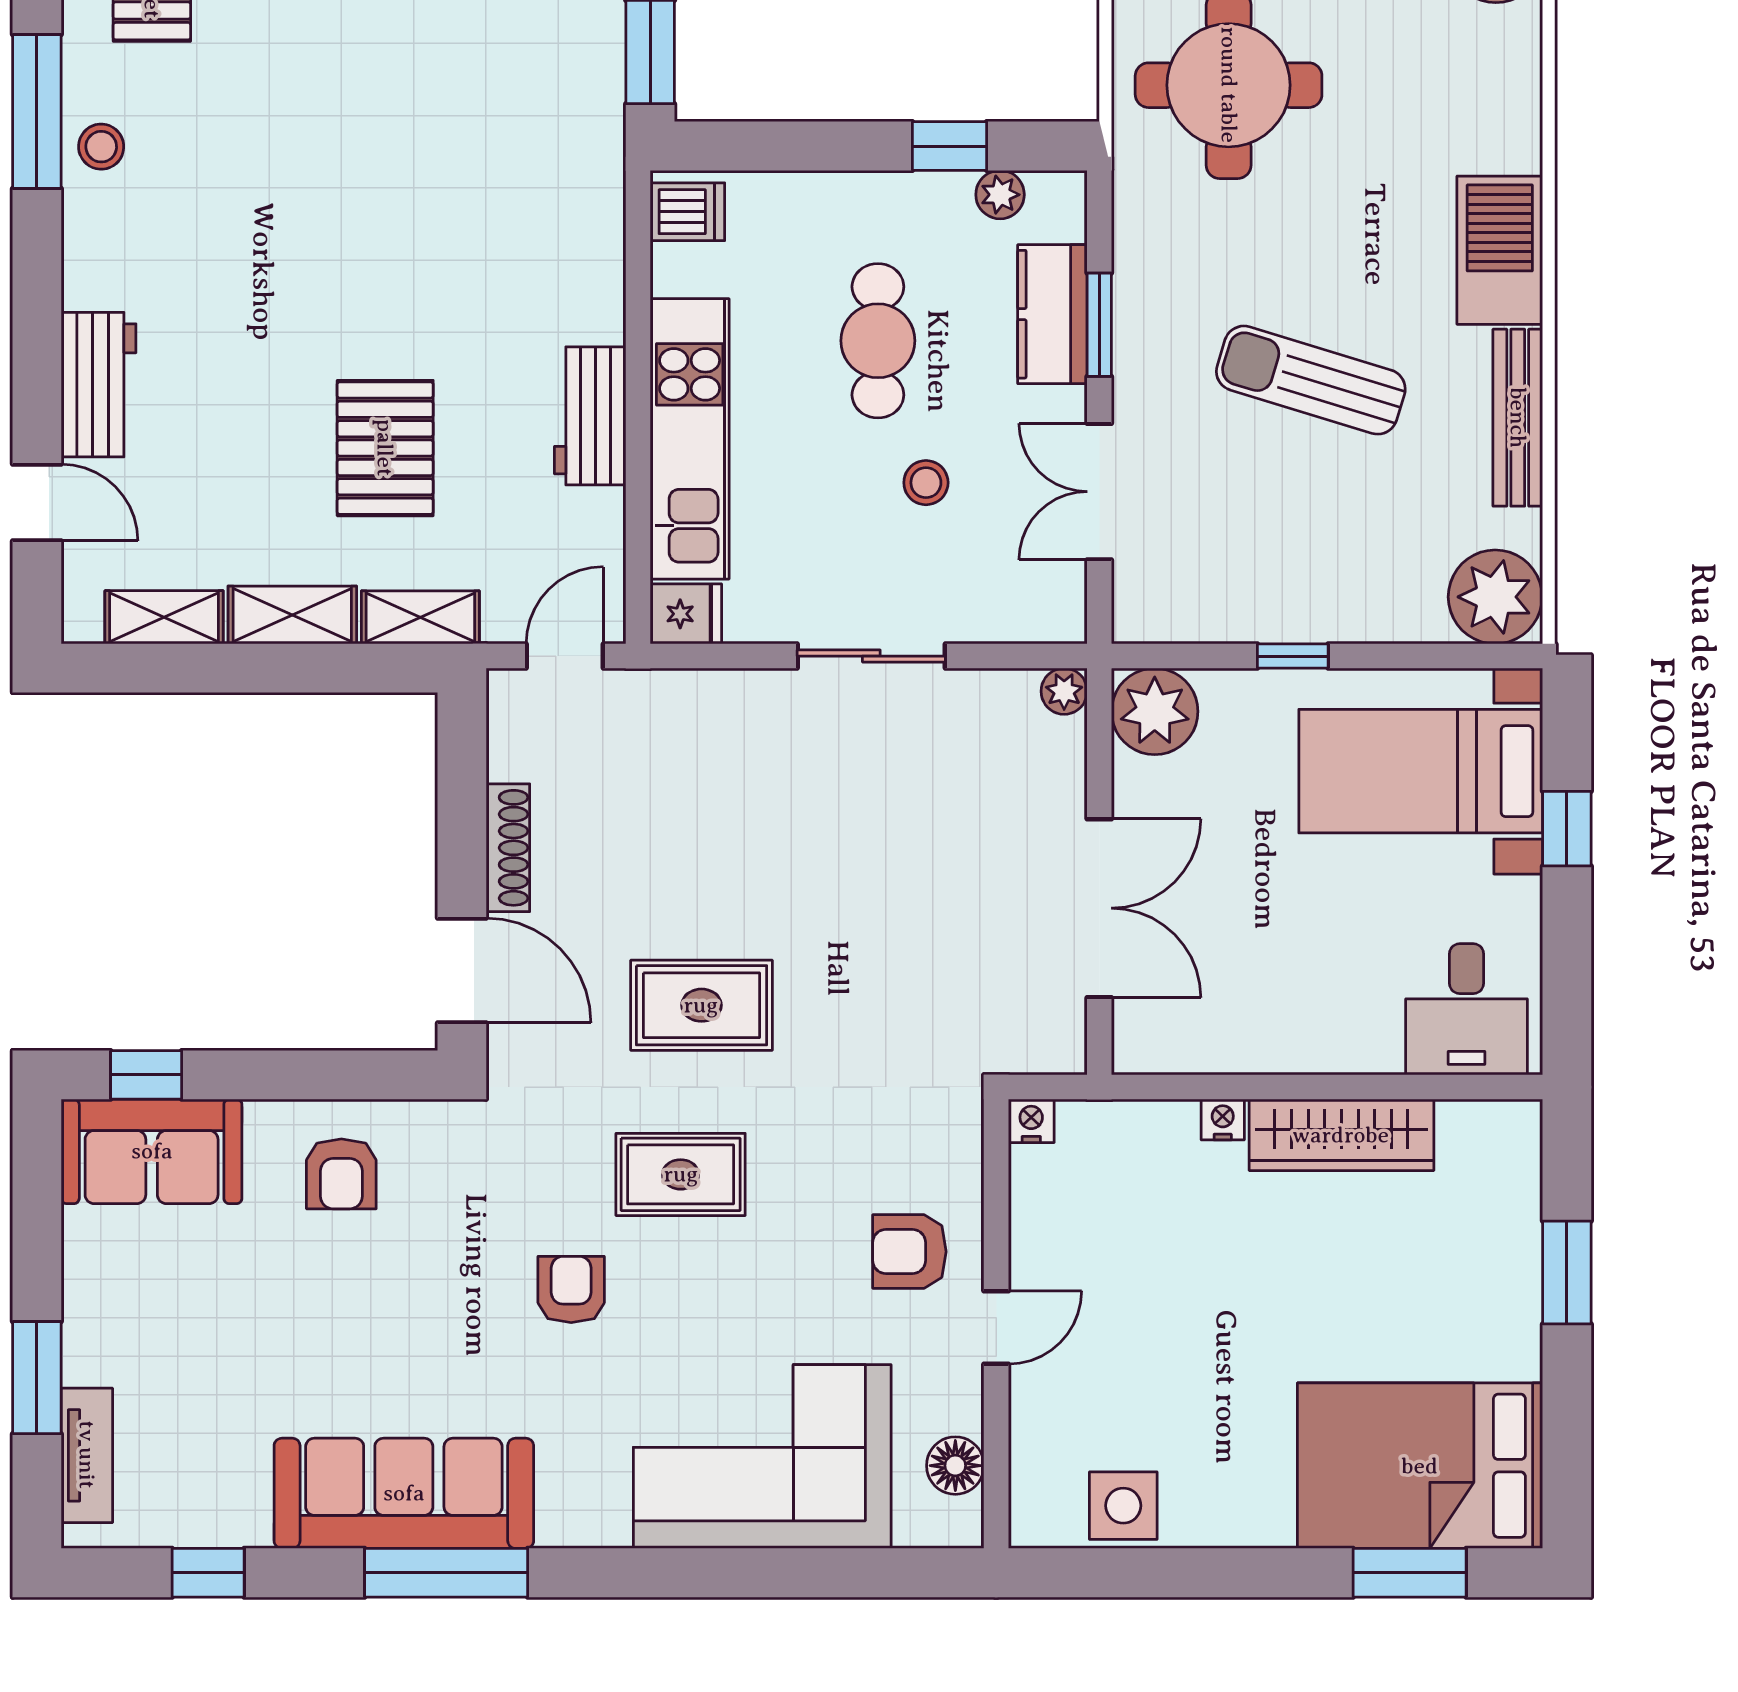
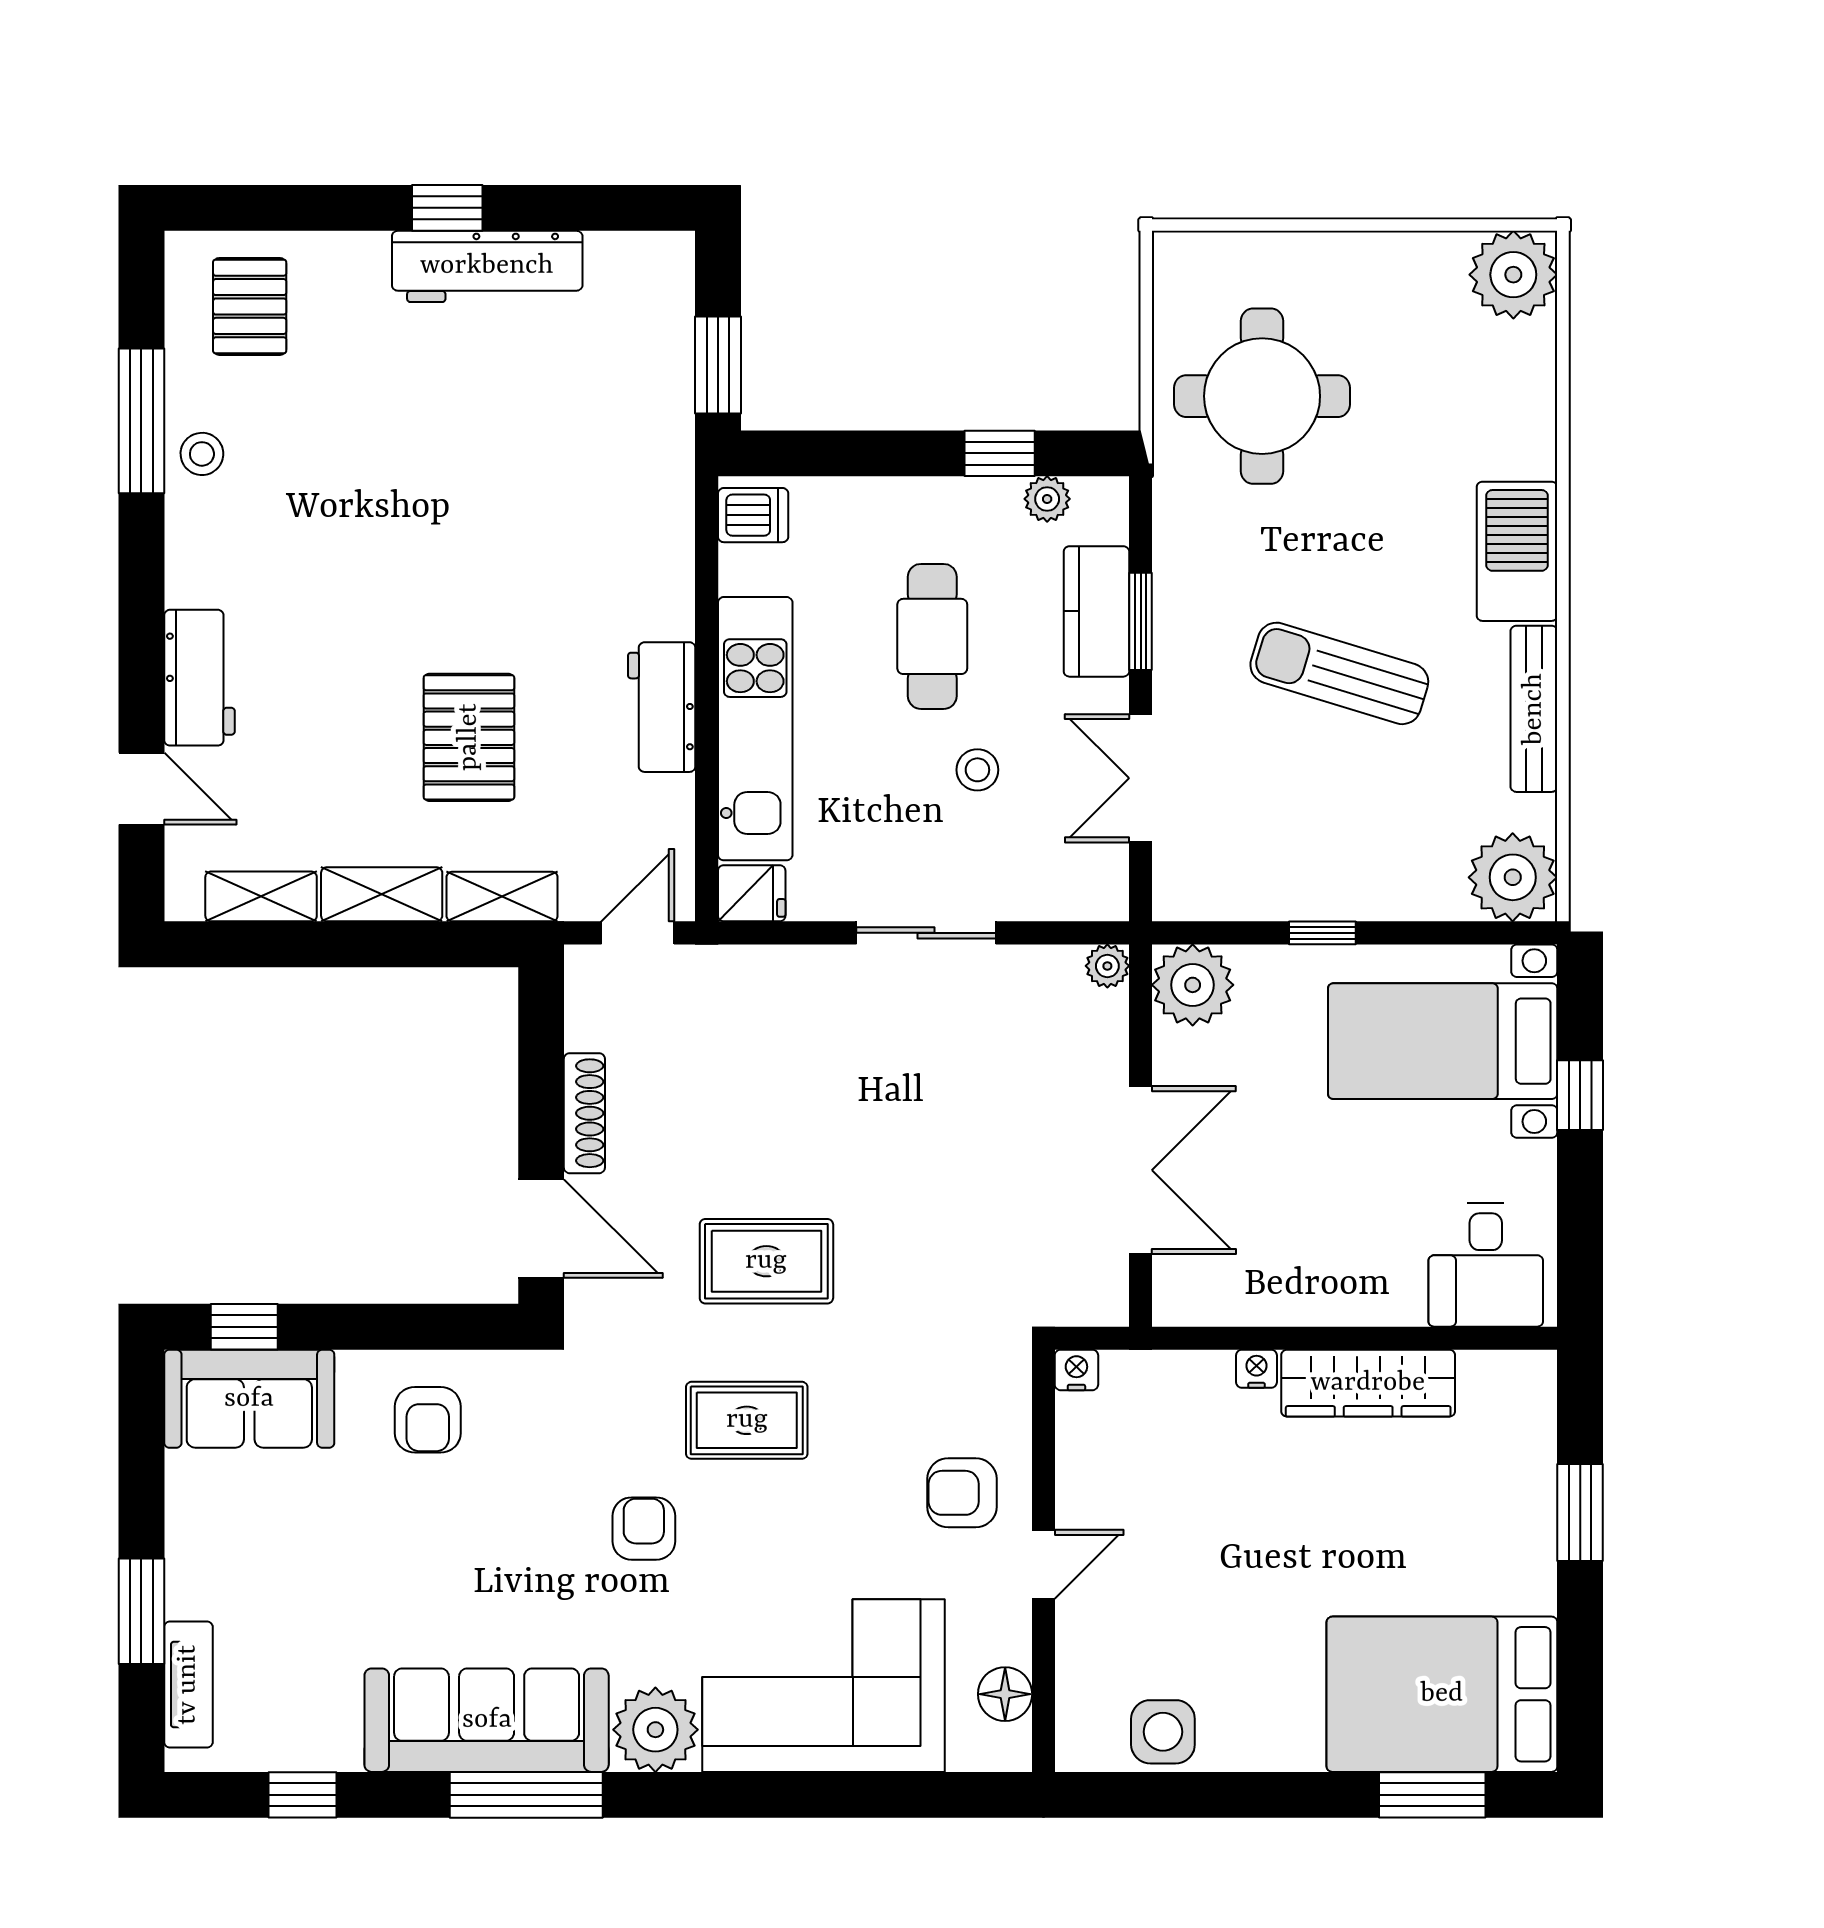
plant: (583, 1503) -> (655, 1730), added

